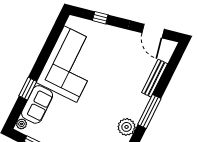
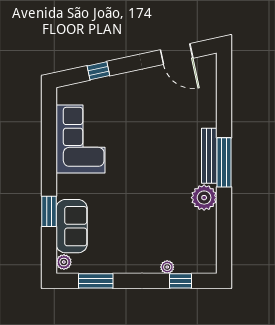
corner sofa: (70, 64) -> (81, 139), width x0.73, depth x0.74
bench: (155, 78) -> (209, 156), moved

